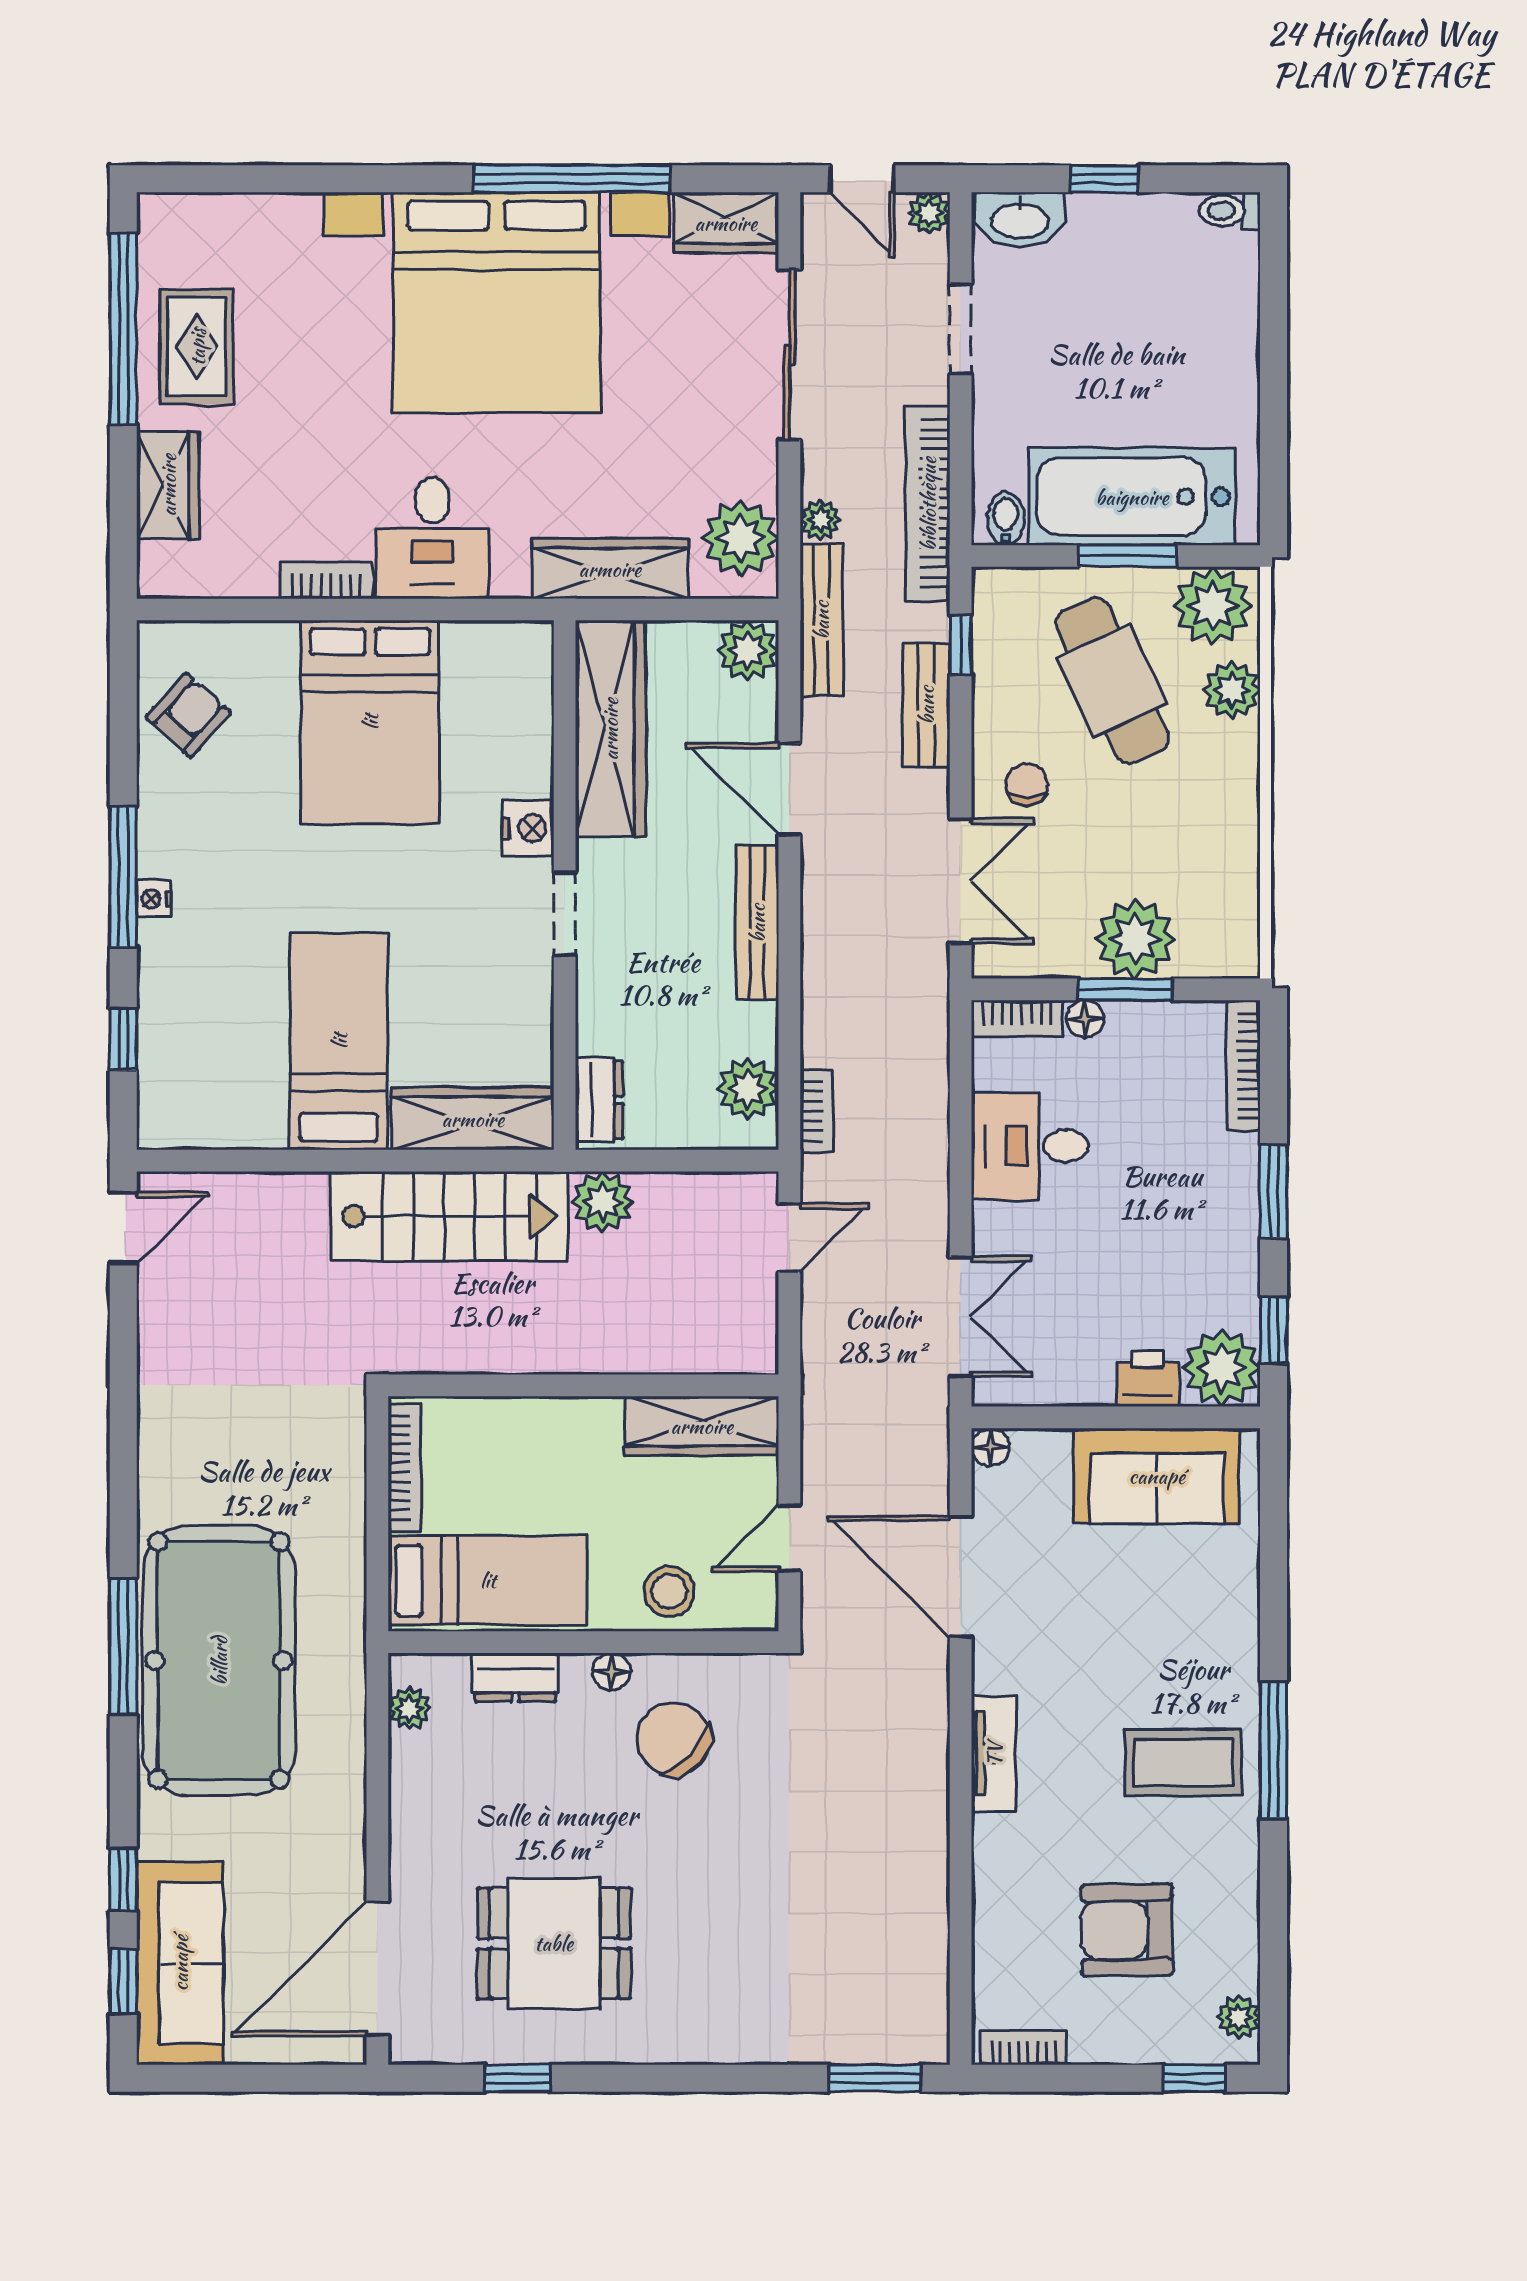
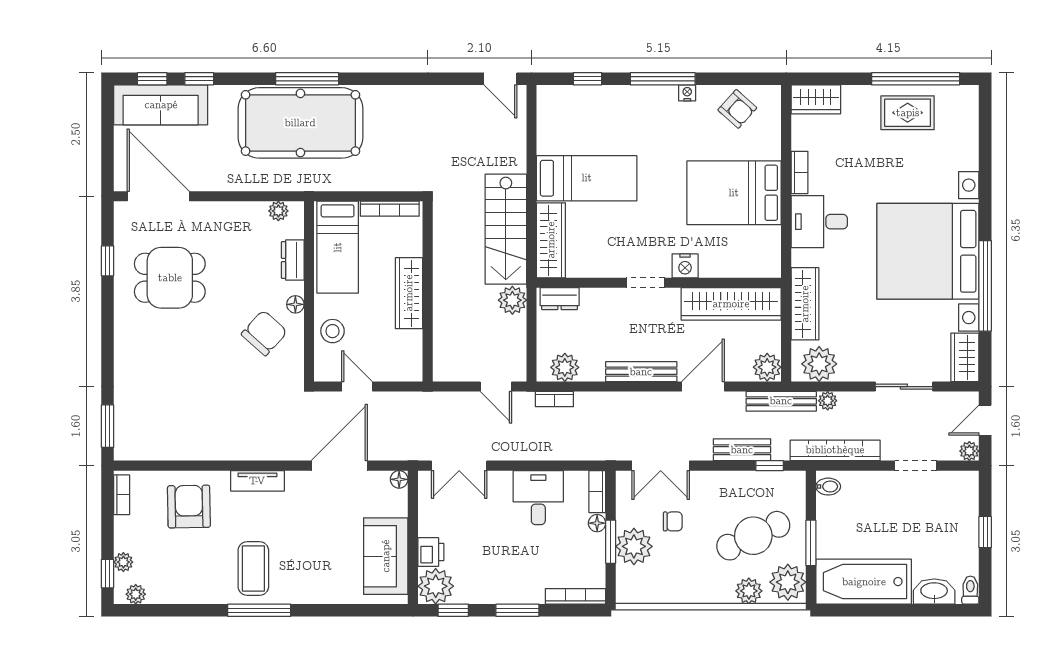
washbasin: (1020, 220) -> (934, 591), moved, turned 90
sliding door: (789, 354) -> (904, 387), width x0.73
wardrobe: (168, 485) -> (816, 99), moved
bathtub: (1132, 497) -> (864, 582), moved, turned -90
chair: (1027, 784) -> (673, 521), moved
nightstand: (154, 899) -> (687, 93), moved
wardrobe: (702, 1426) -> (409, 293), moved
armchair: (1127, 1930) -> (189, 507), moved
dining table: (554, 1943) -> (170, 278), turned 90
plant: (1169, 2044) -> (123, 562), added

